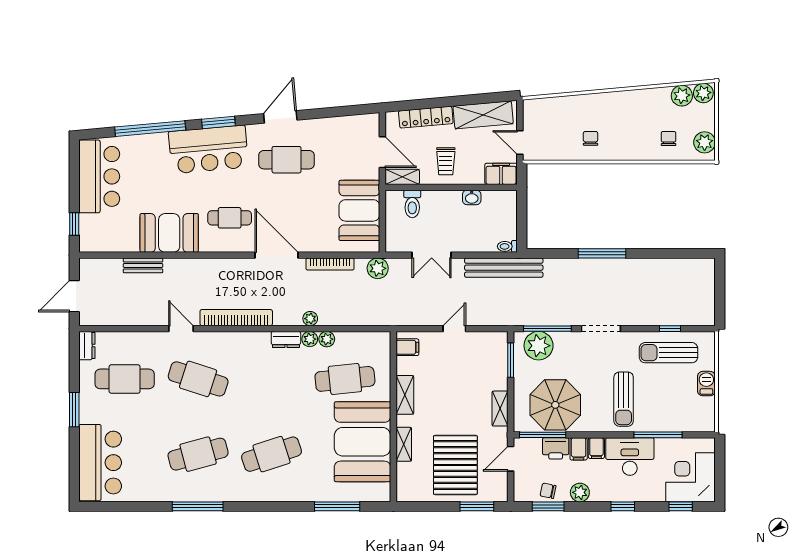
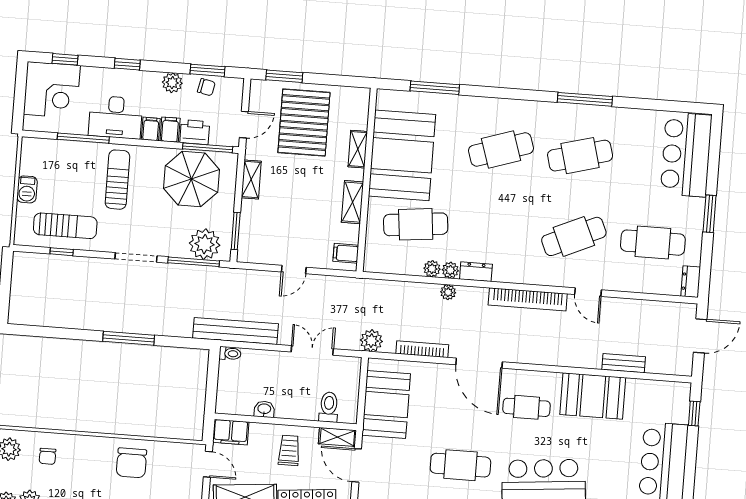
chair: (591, 138) -> (131, 463), width x1.87, depth x1.87
cafe table: (198, 379) -> (574, 236), turned -42

